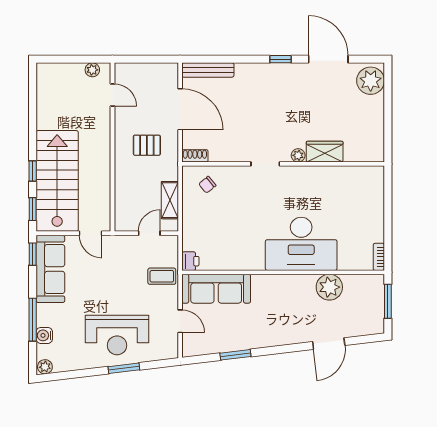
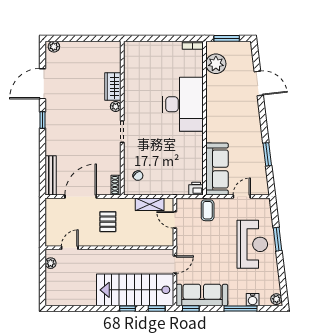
plant: (371, 81) -> (54, 47), width x0.53, depth x0.53
plant: (329, 287) -> (216, 64), moved

